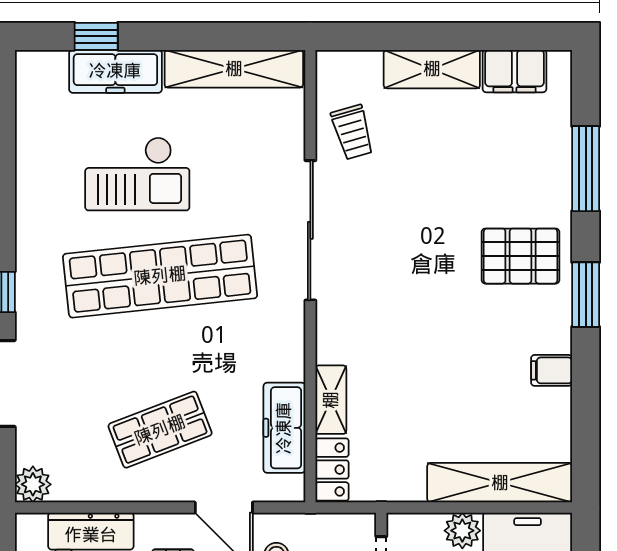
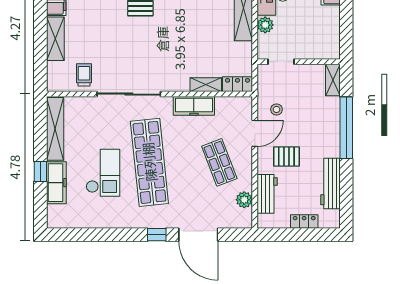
window: (96, 36) -> (40, 172), moved
trolley: (352, 132) -> (84, 75), turned -74
freezer: (284, 428) -> (194, 106), moved
plant: (33, 484) -> (244, 200), moved

